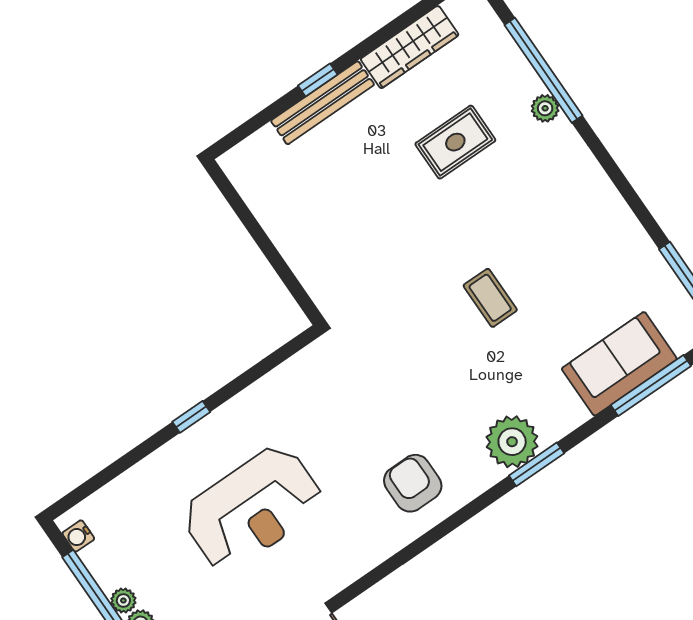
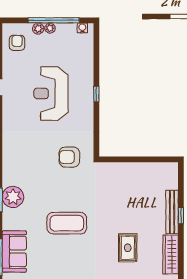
coffee table: (490, 298) -> (67, 223), width x1.86, depth x1.72
armchair: (413, 483) -> (69, 157), moved, turned 180

